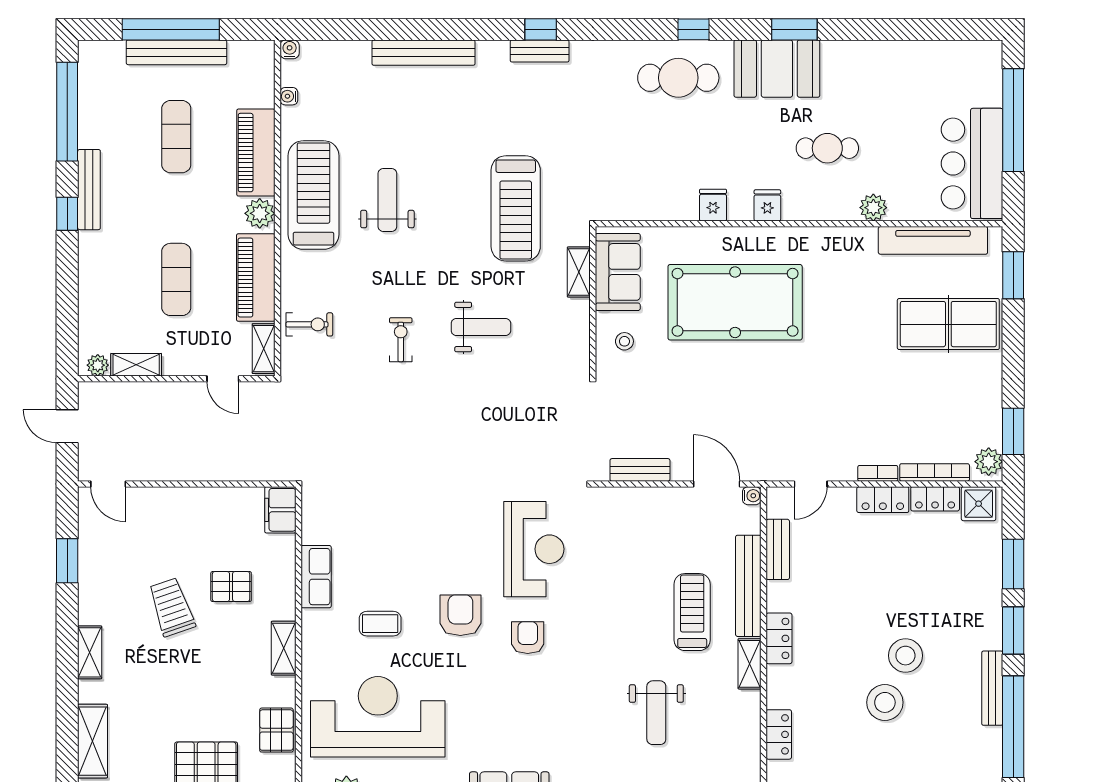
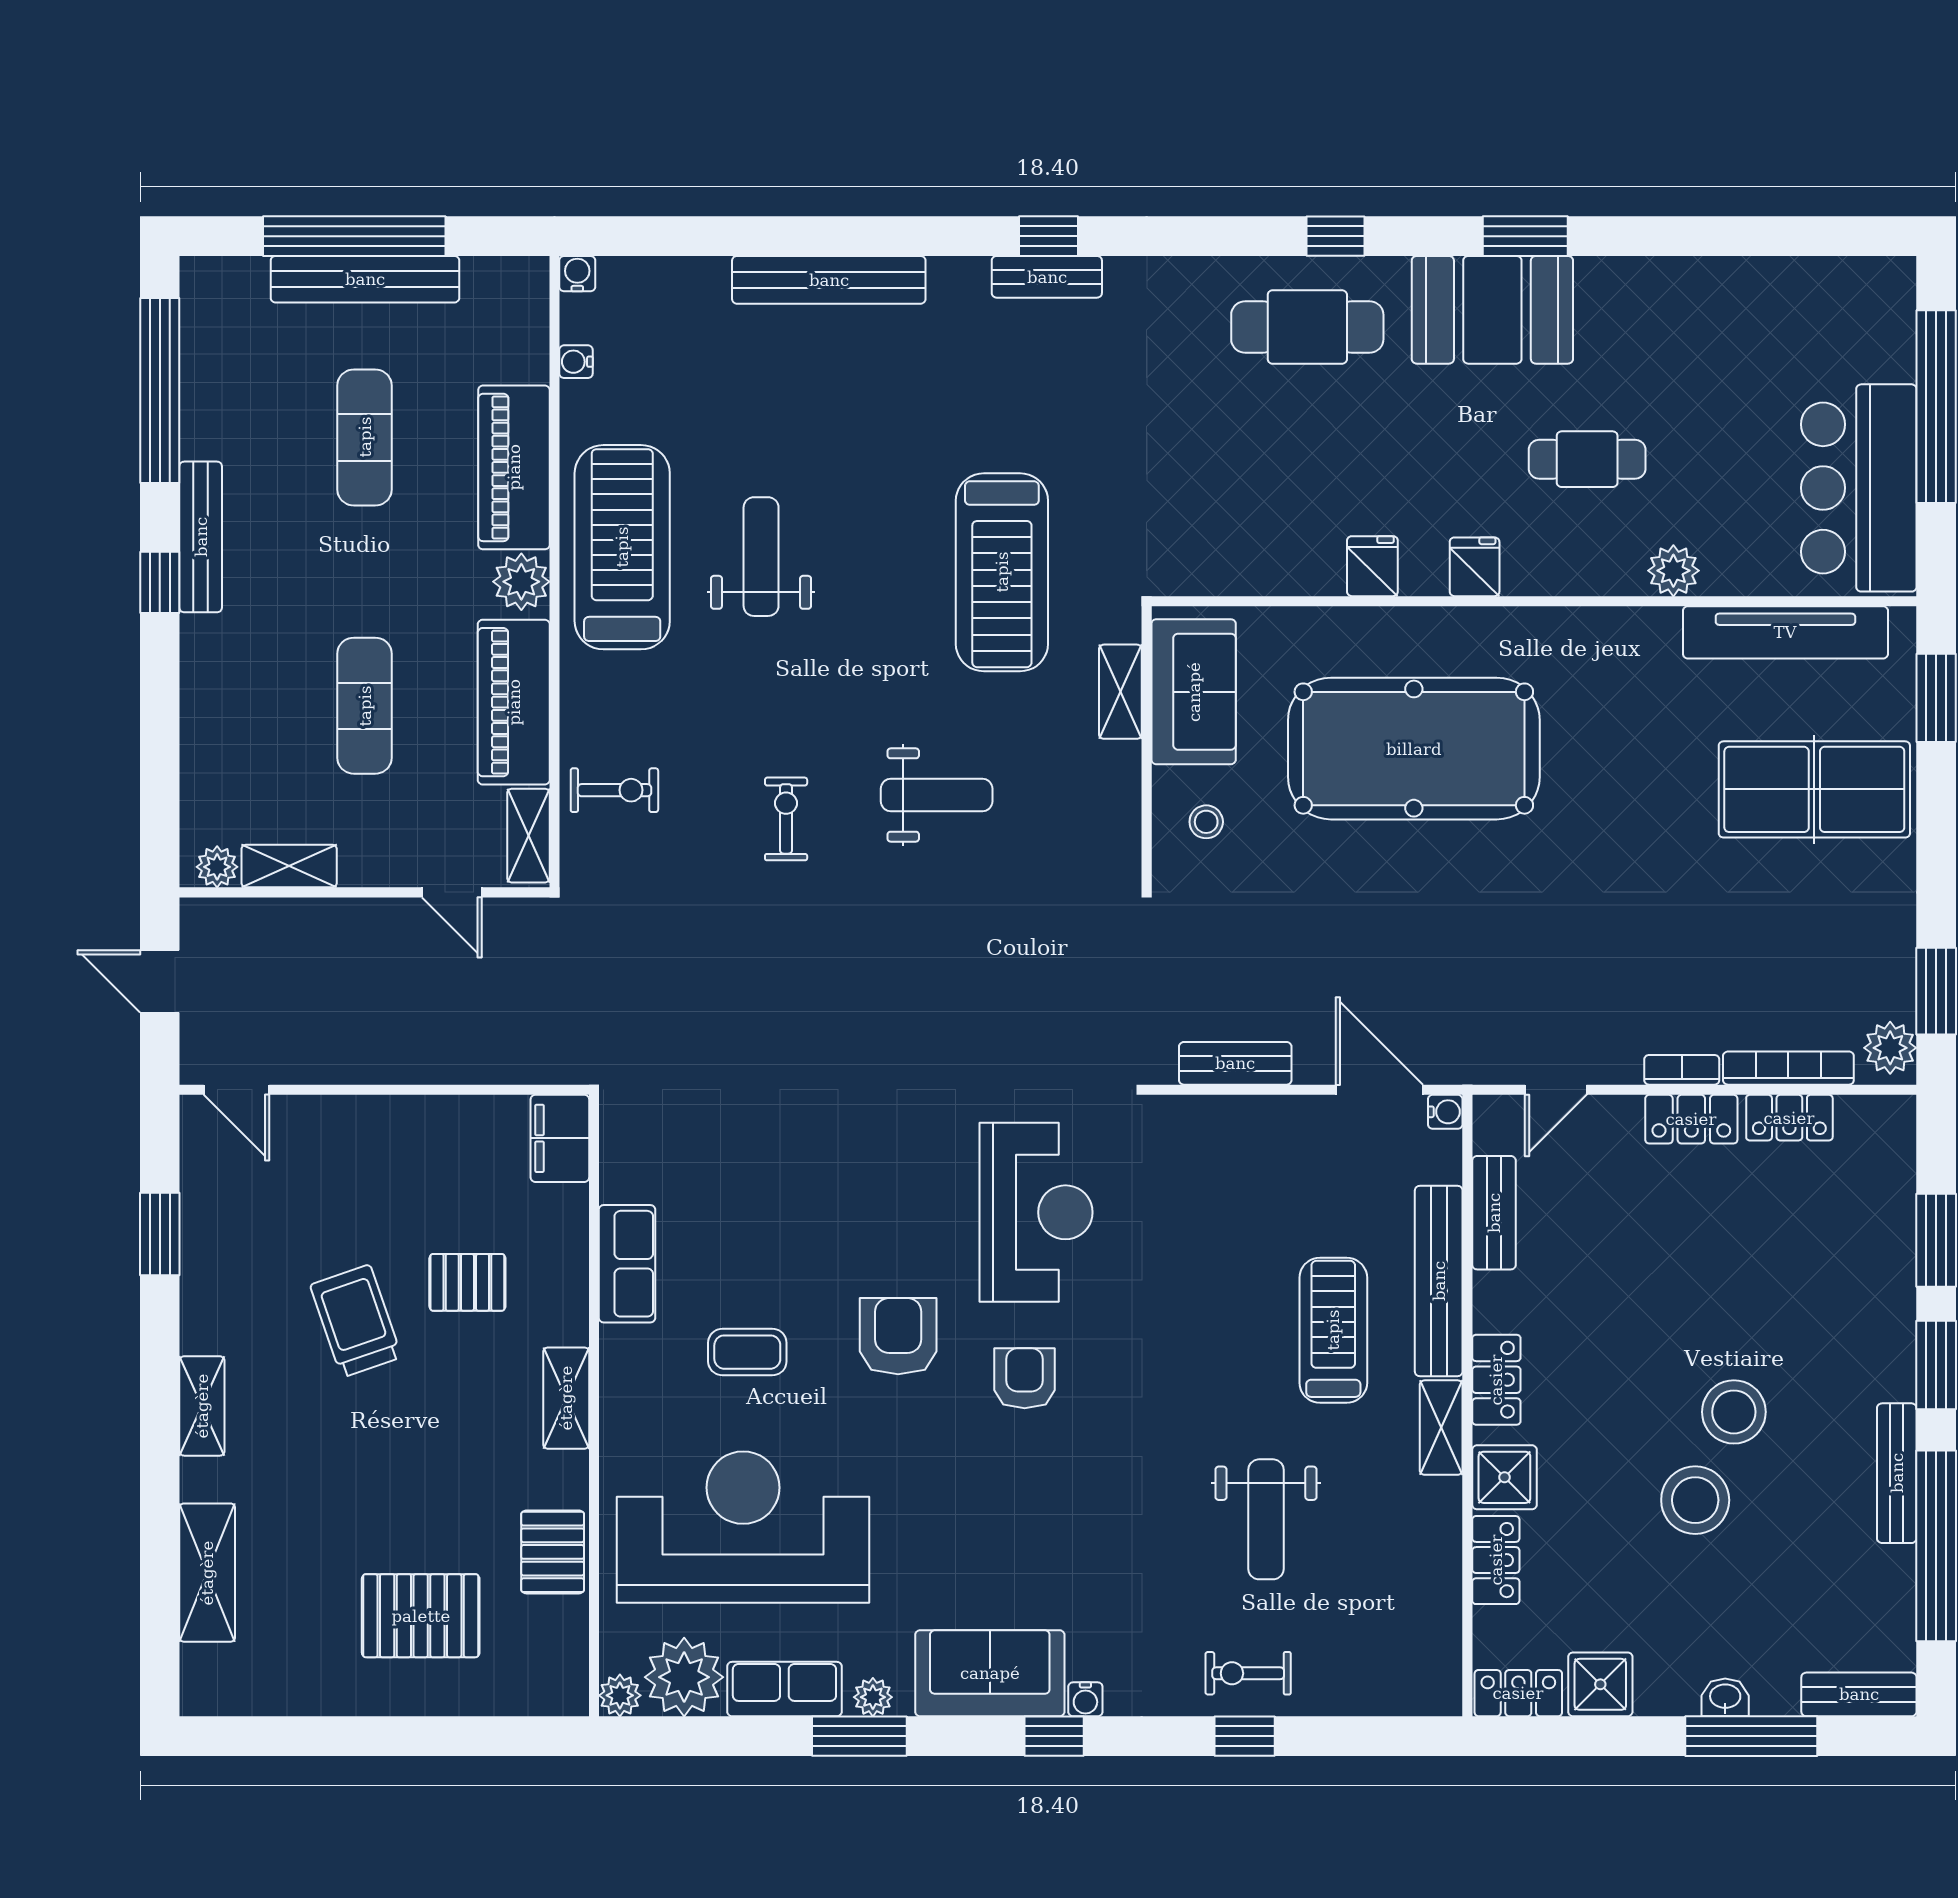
shower: (979, 504) -> (1504, 1477), moved

